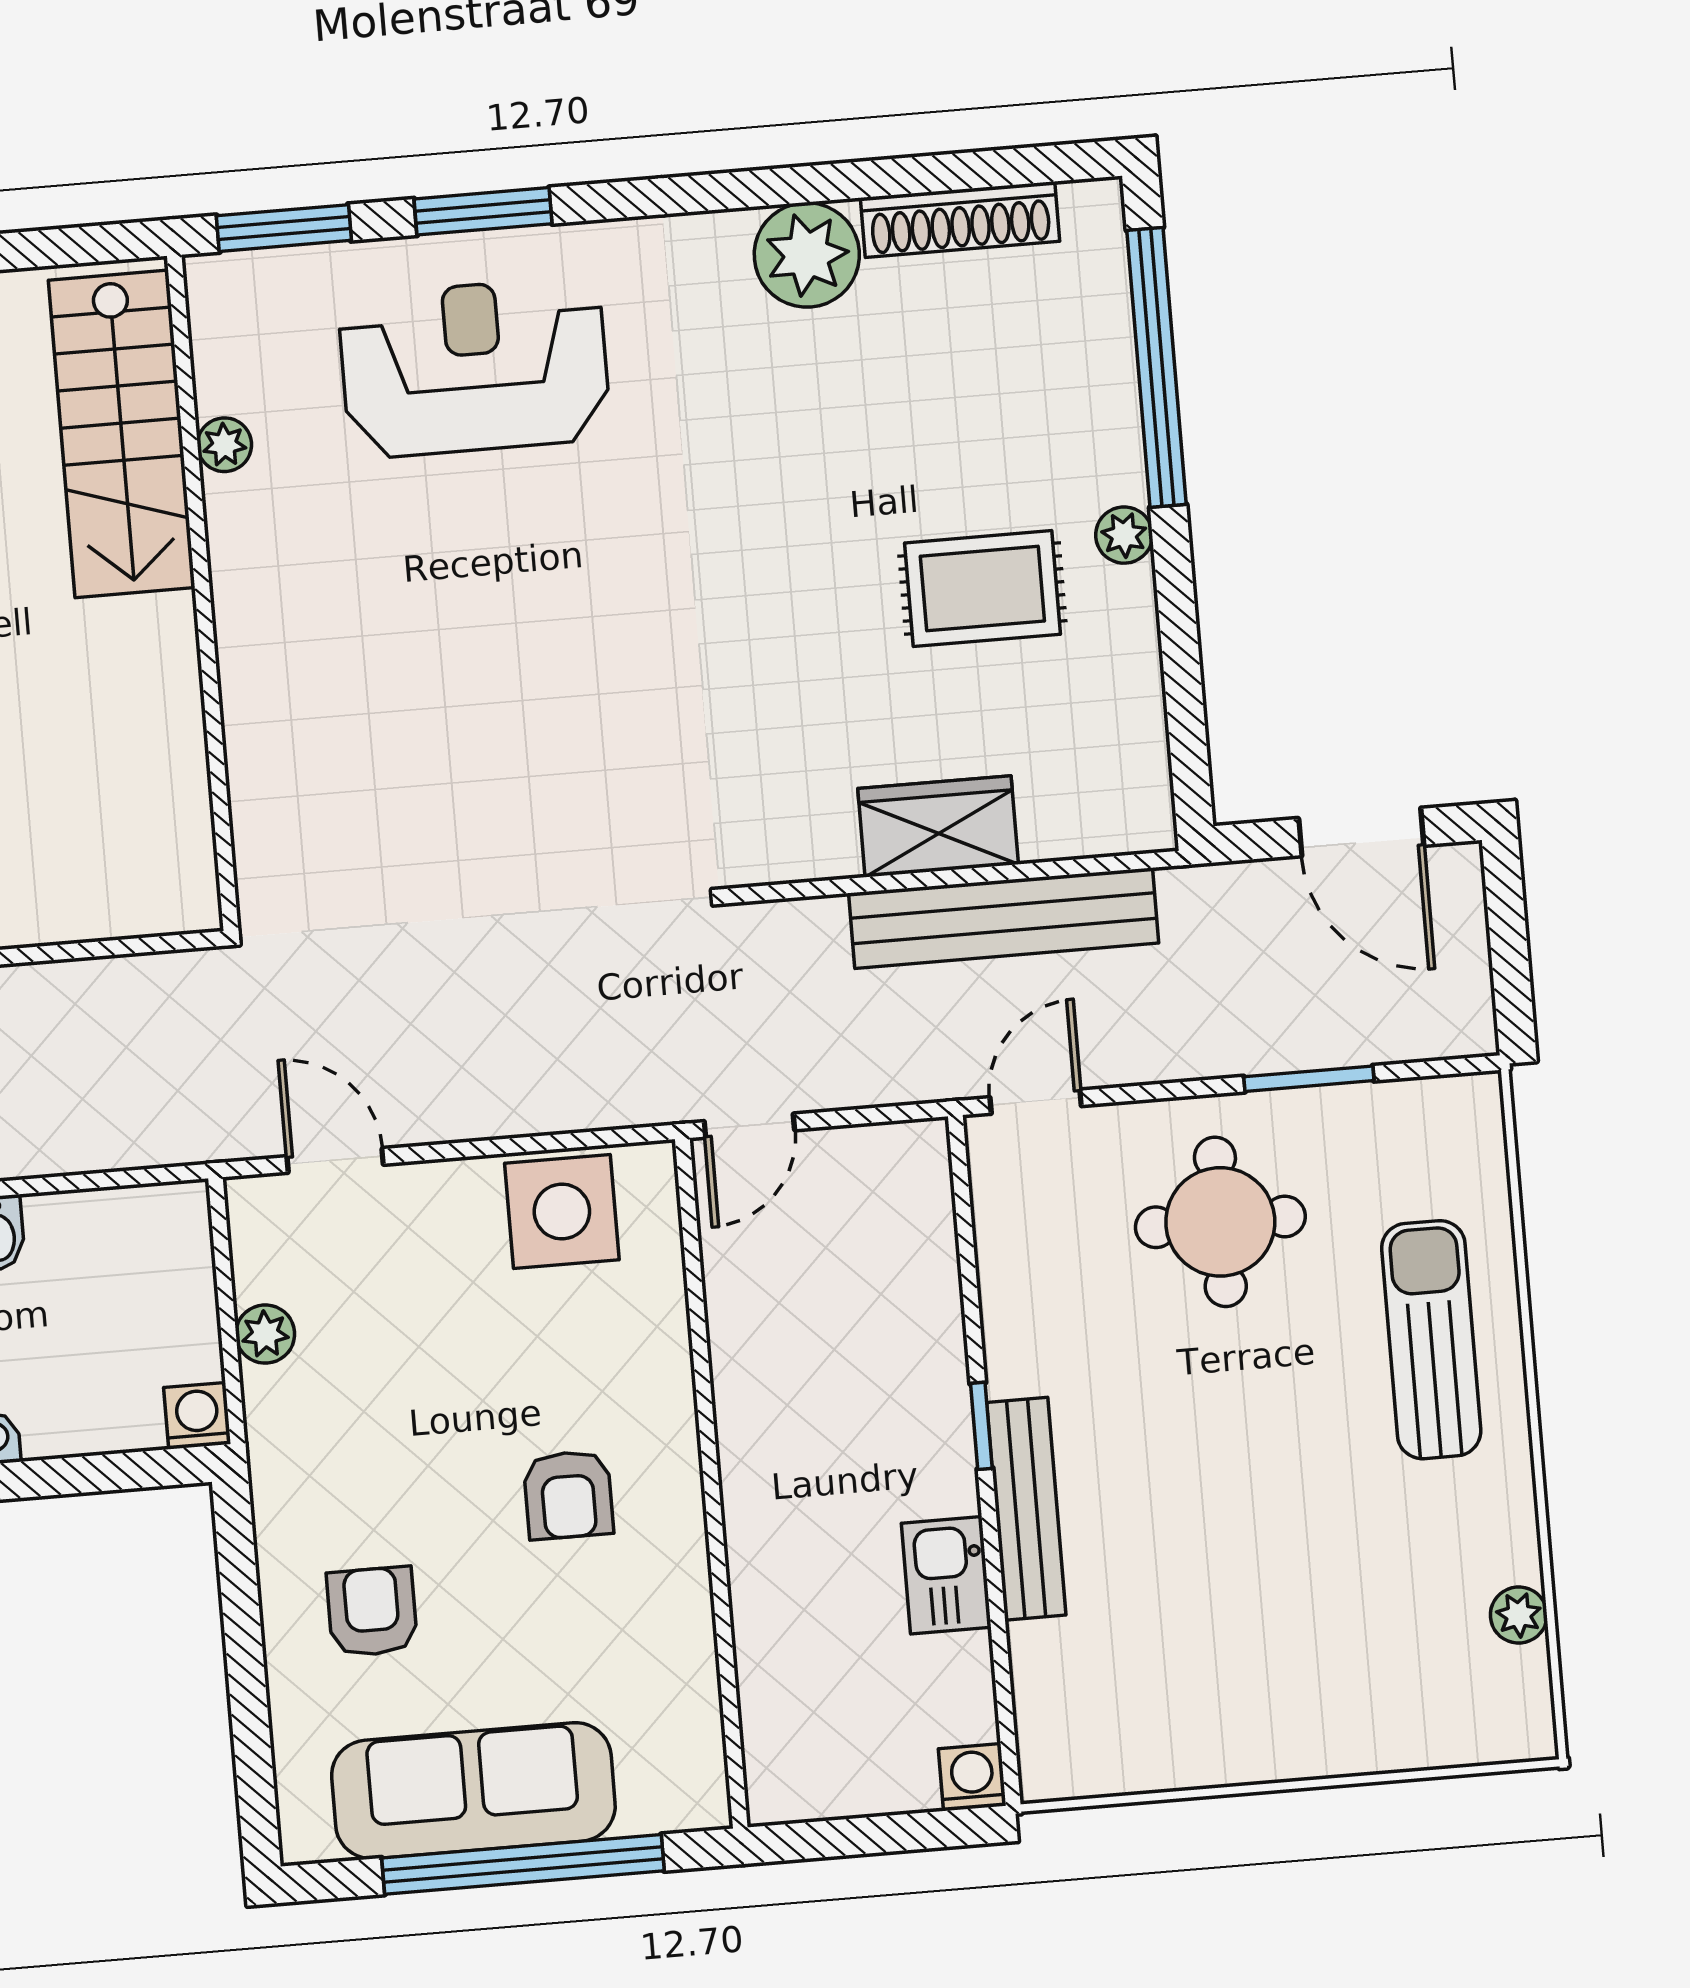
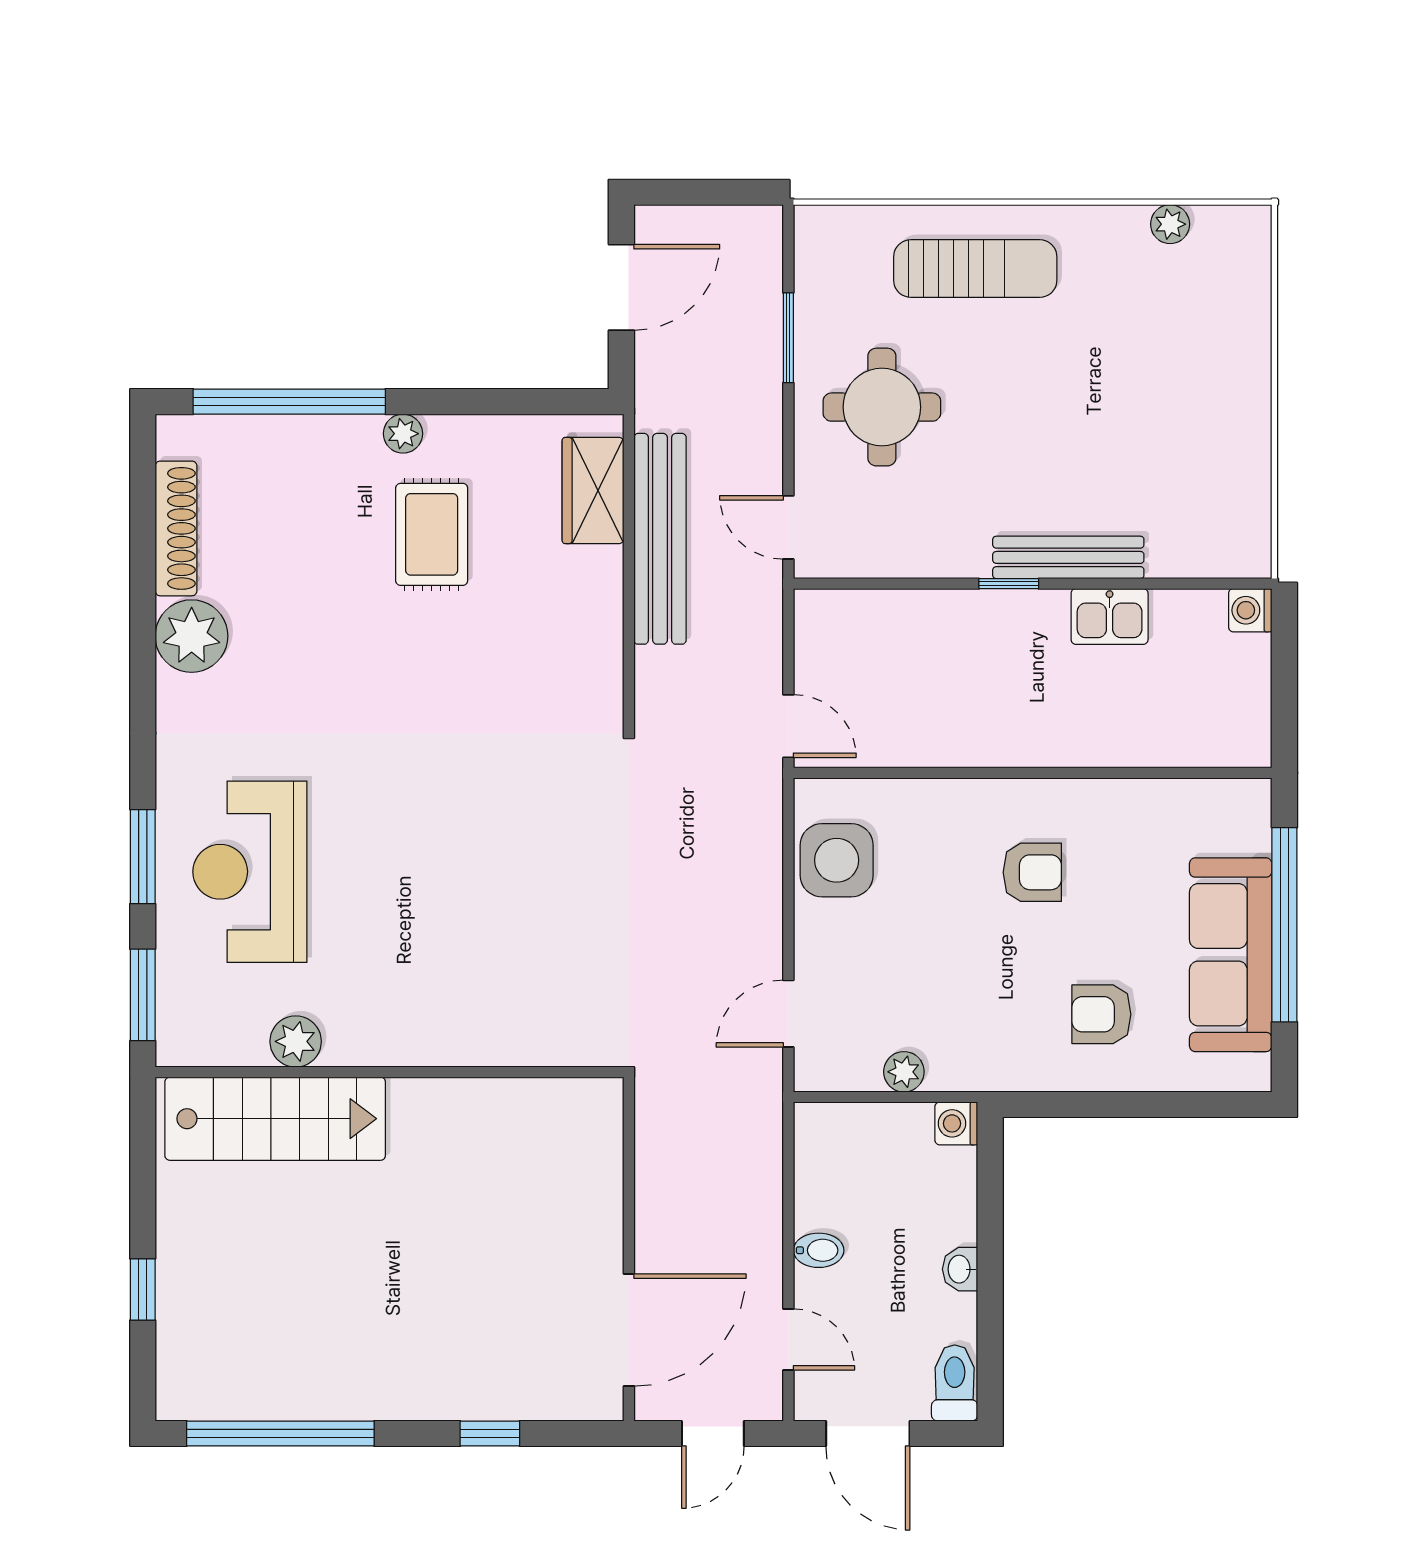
plant: (224, 445) -> (296, 1041), width x1.38, depth x1.38
wardrobe: (938, 826) -> (593, 491), moved
sun lounger: (1431, 1340) -> (975, 269), turned 180

